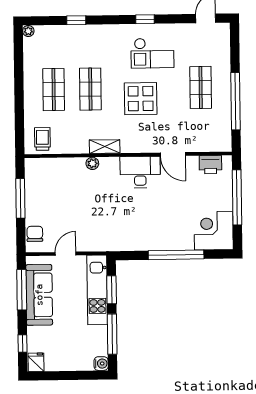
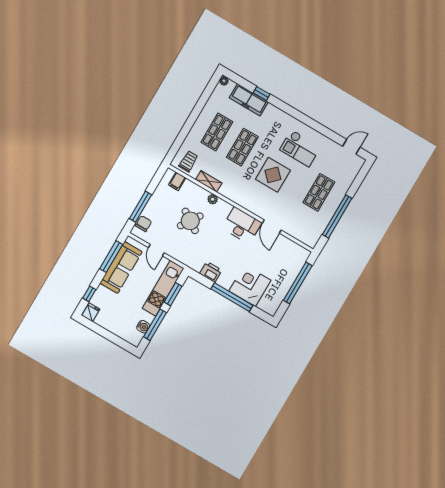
window: (145, 19) -> (309, 122), removed
freezer: (67, 35) -> (249, 100), added
shelving: (105, 147) -> (209, 181), moved
printer: (210, 165) -> (211, 272), moved, turned 180
filing cabinet: (43, 167) -> (177, 181), added
window: (20, 198) -> (140, 207), moved
round table: (83, 201) -> (190, 221), added
corner desk: (214, 231) -> (250, 286), moved
door: (66, 254) -> (156, 250), swing flipped
water cooler: (101, 364) -> (143, 327), moved

